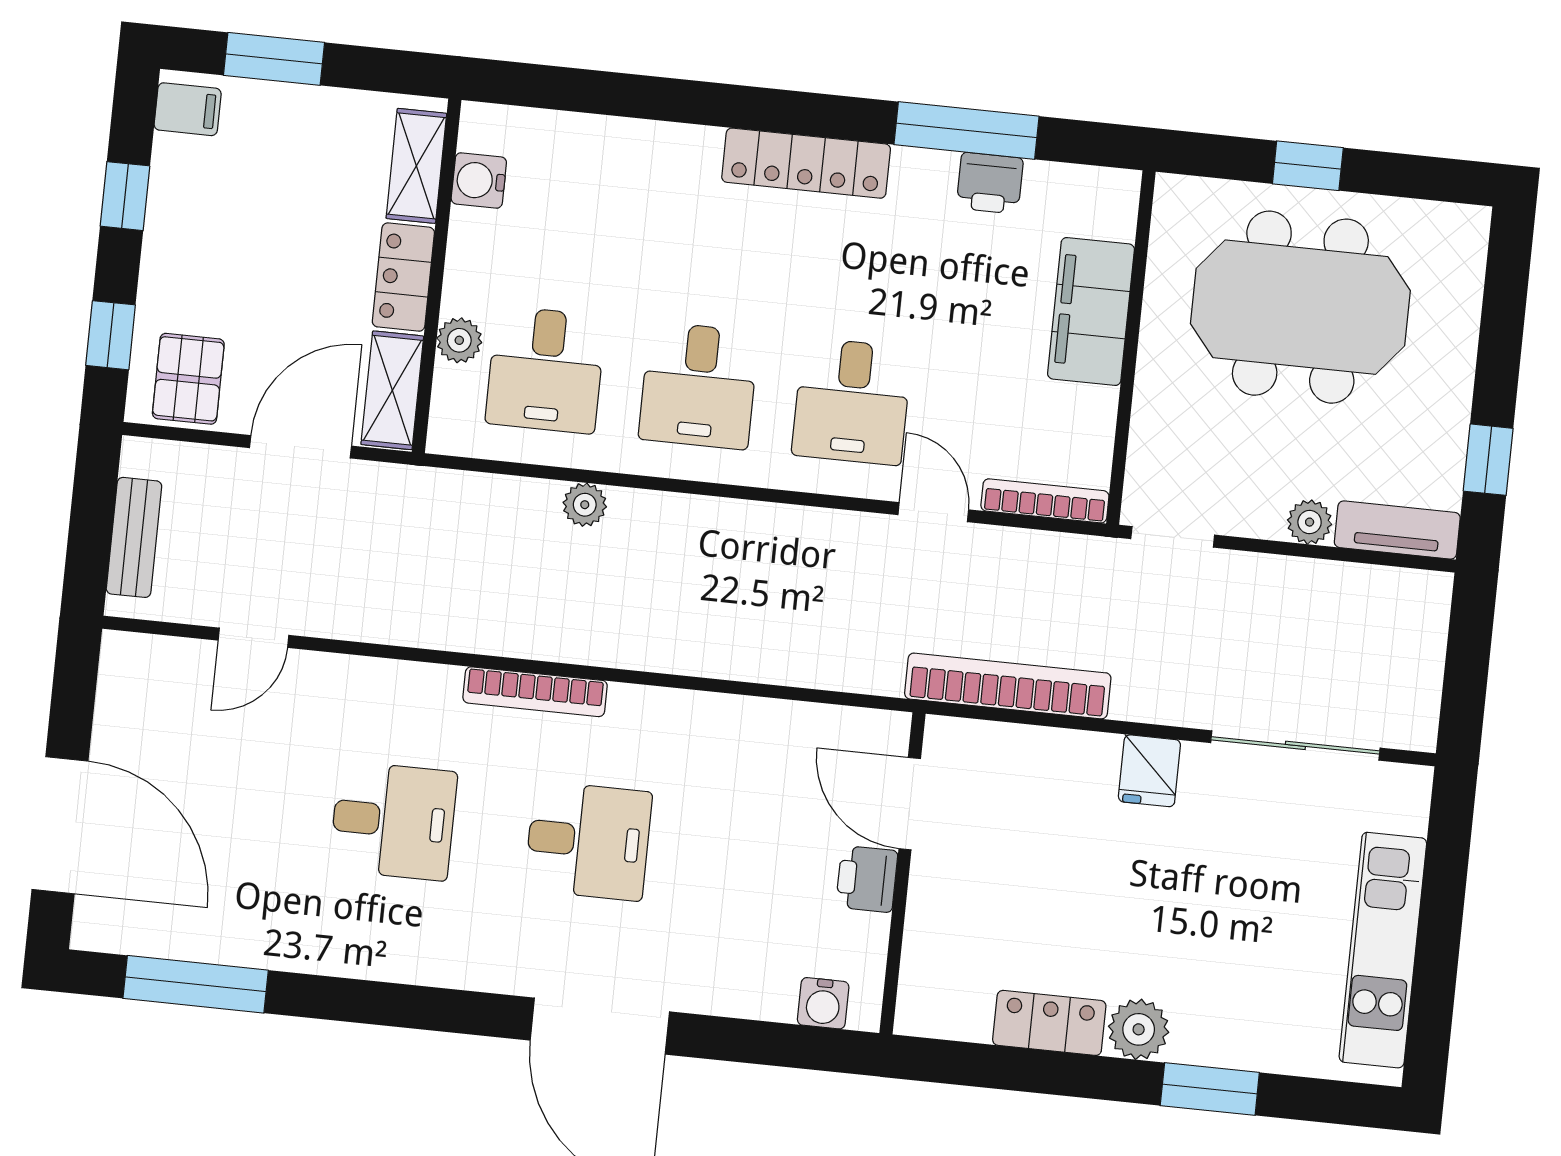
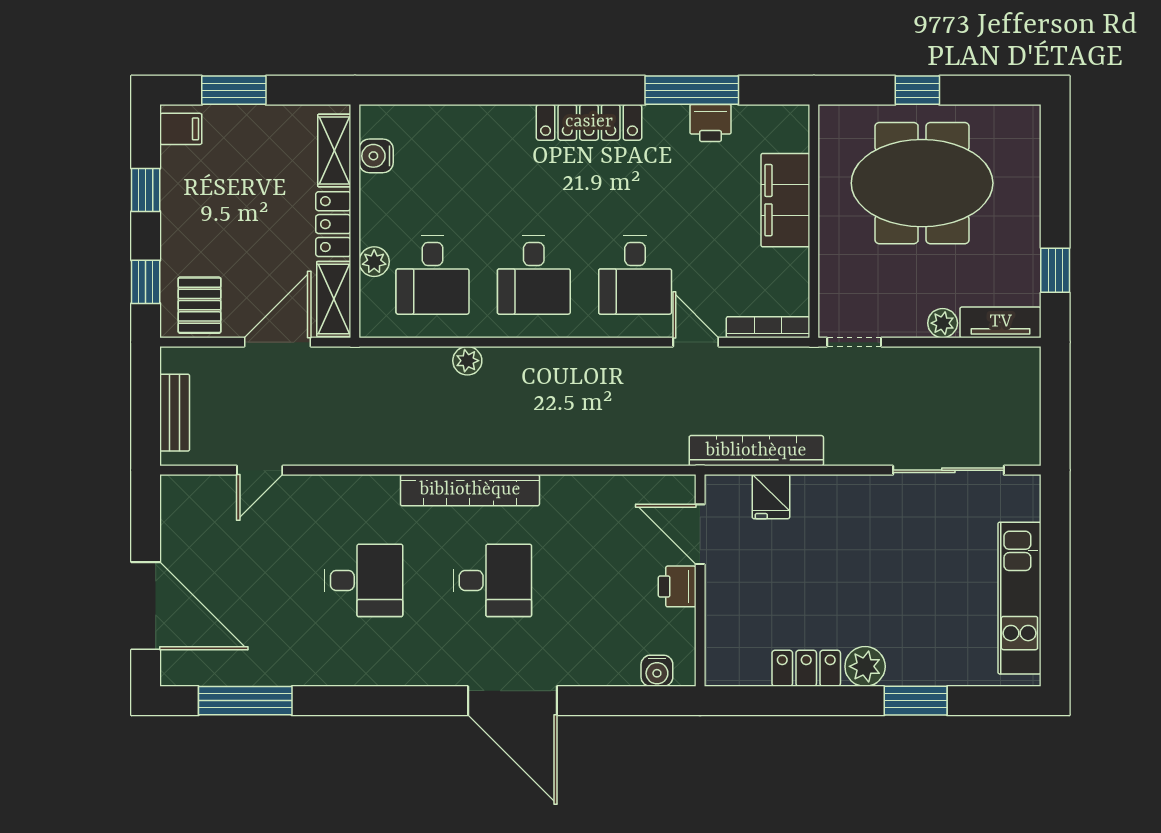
bookcase: (535, 692) -> (470, 490), width x1.48, depth x1.31
fridge: (1149, 771) -> (771, 497), moved

